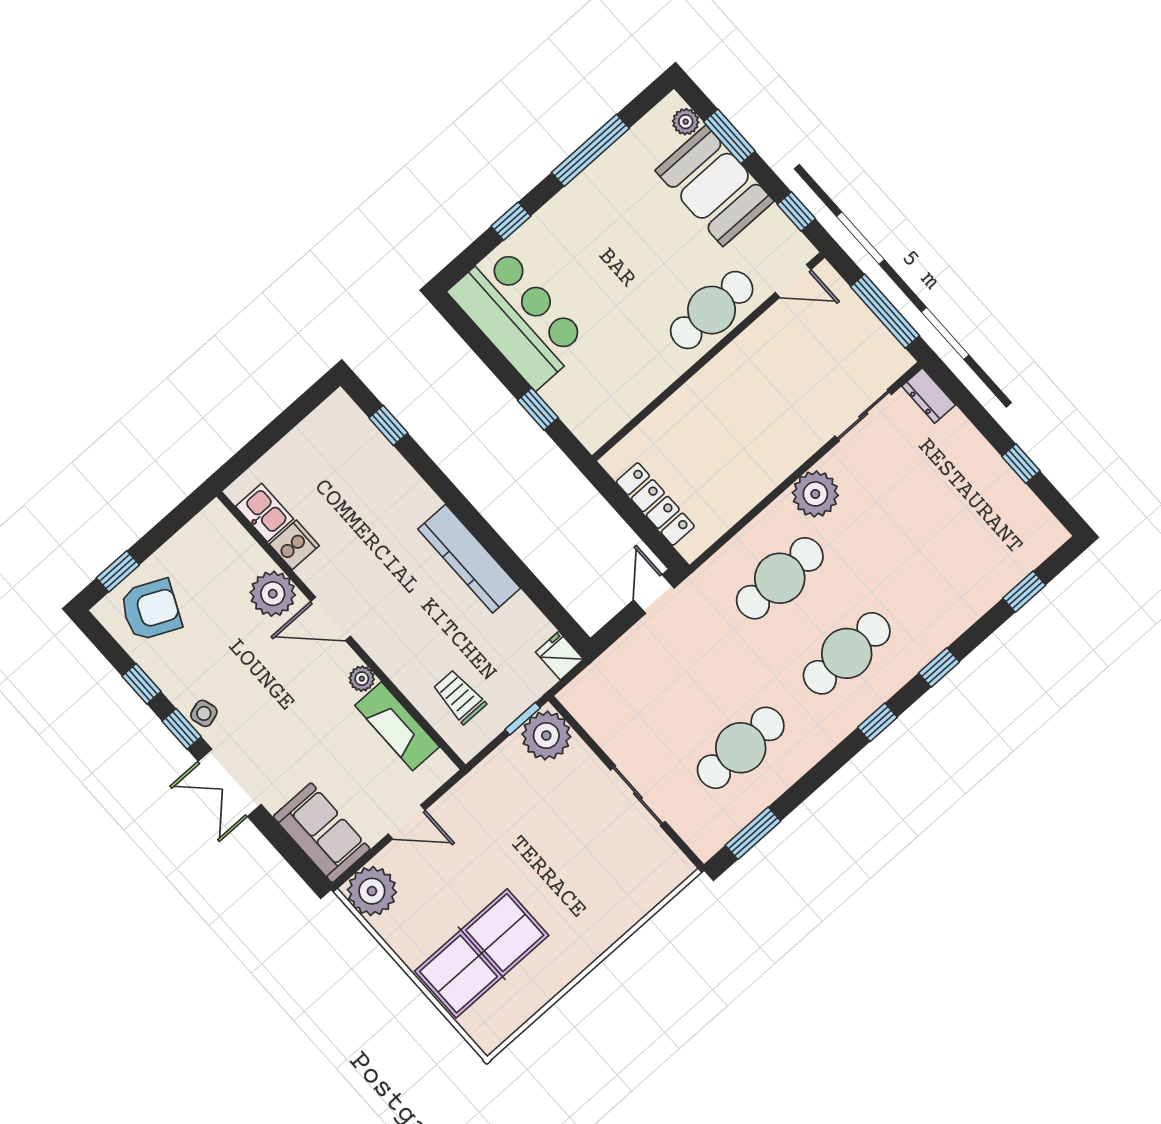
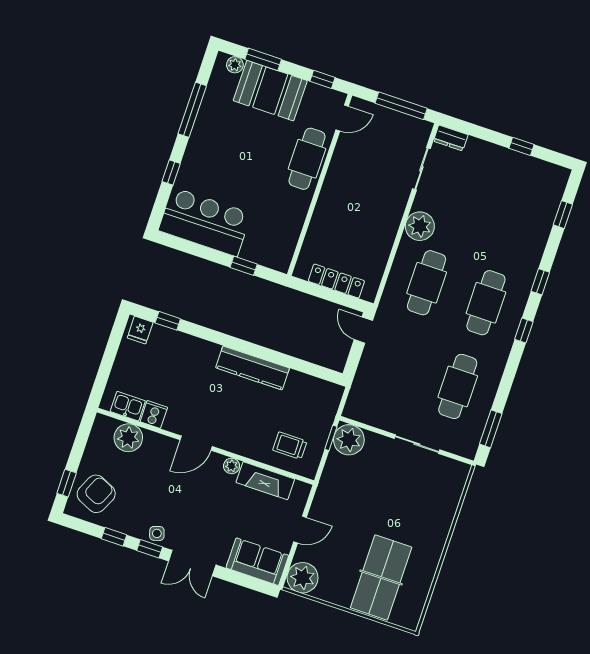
plant: (273, 594) -> (128, 438), moved
fridge: (560, 656) -> (140, 330), moved, turned -90

